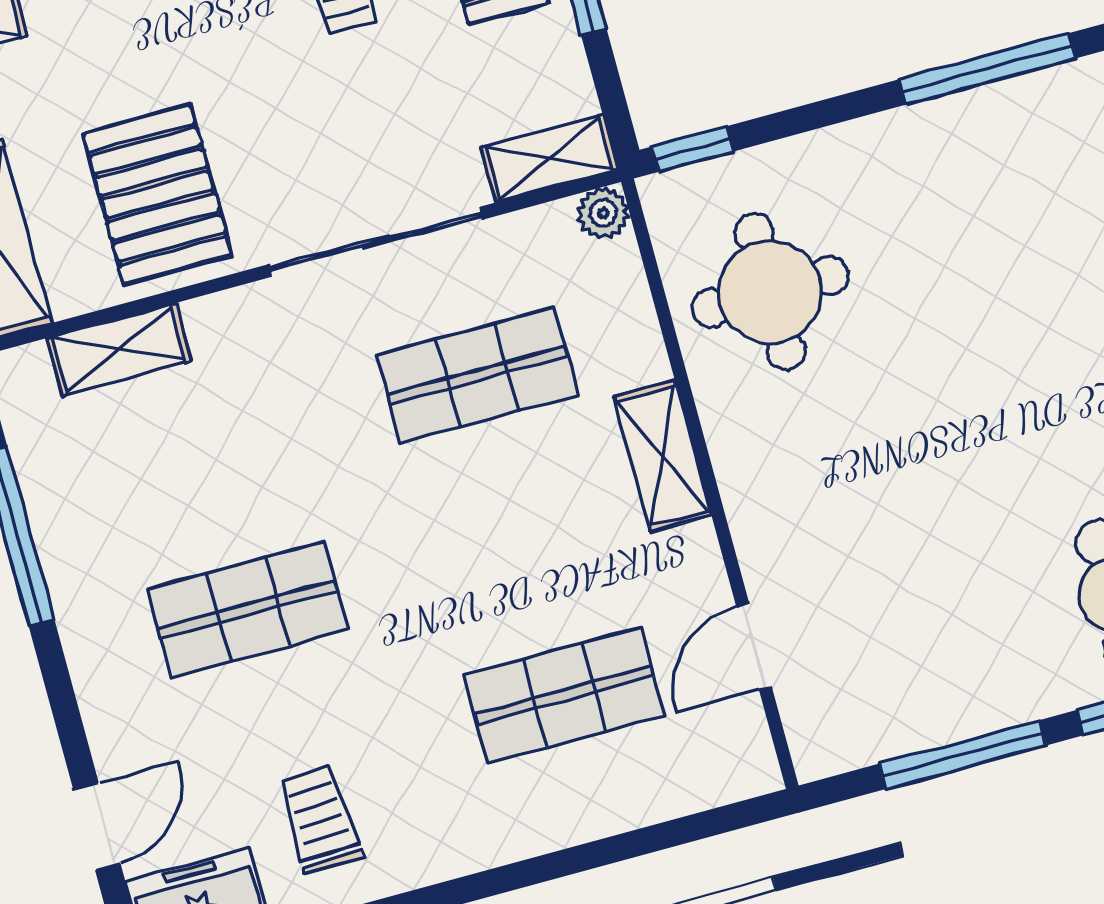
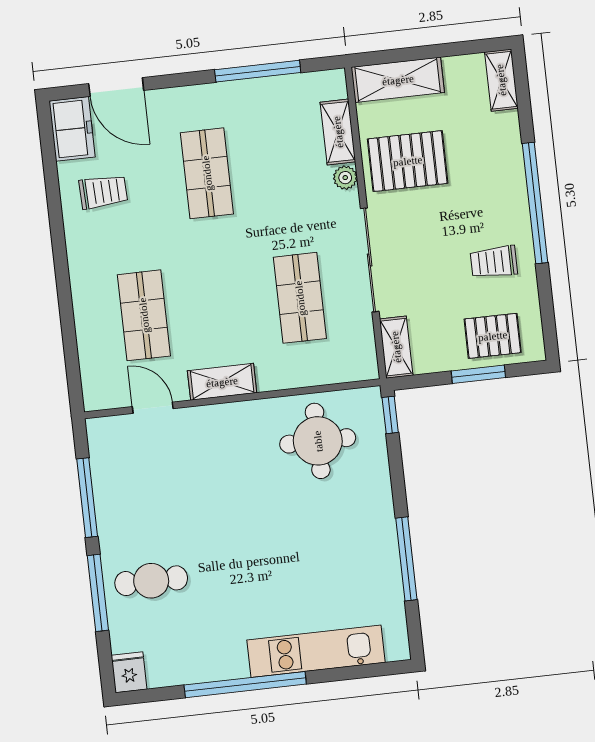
plant: (603, 213) -> (345, 178), moved
shelving: (663, 456) -> (222, 382), moved
door: (97, 826) -> (116, 87), width x1.38

